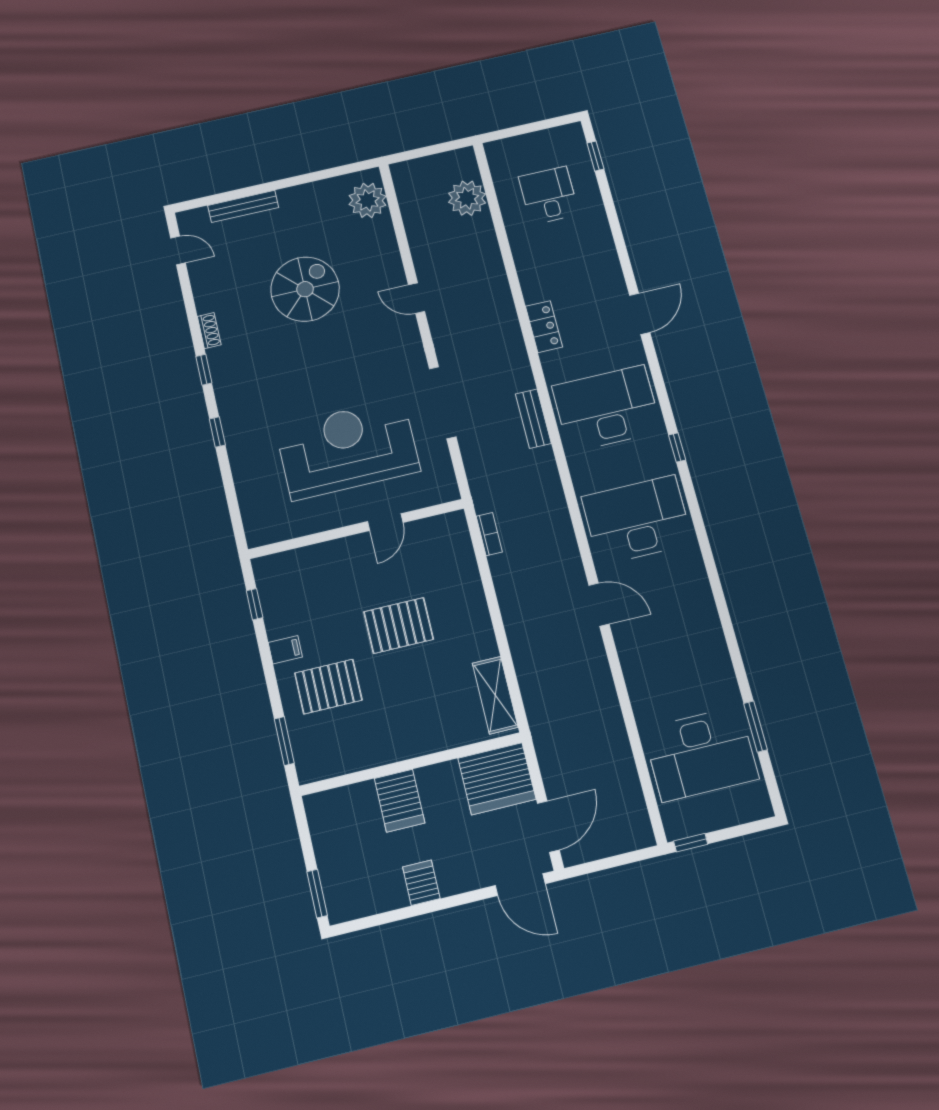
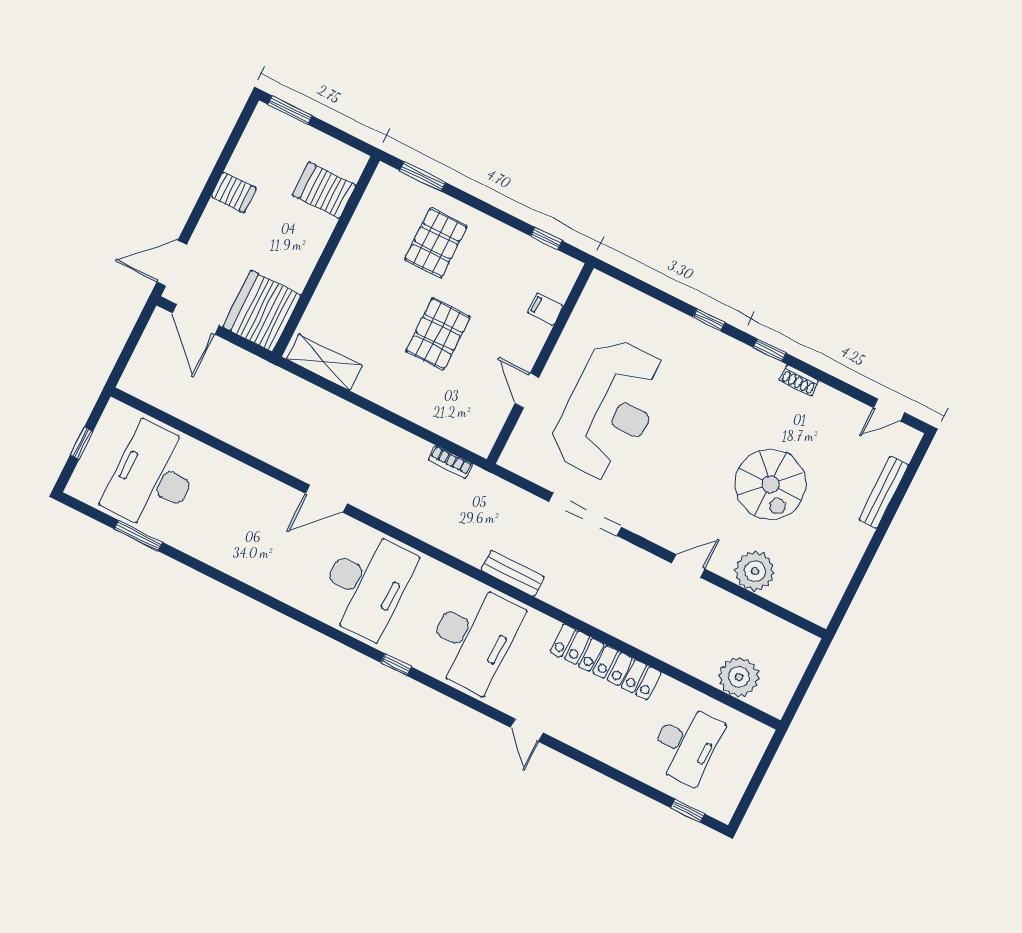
desk: (549, 195) -> (686, 744), width x1.37
plant: (368, 200) -> (755, 571), moved
door: (640, 314) -> (527, 730), width x0.73
locker: (544, 327) -> (606, 662), width x2.16, depth x1.21
filing cabinet: (285, 650) -> (545, 309), moved, turned 90
server rack: (400, 801) -> (324, 190), moved
window: (691, 843) -> (82, 443), moved

